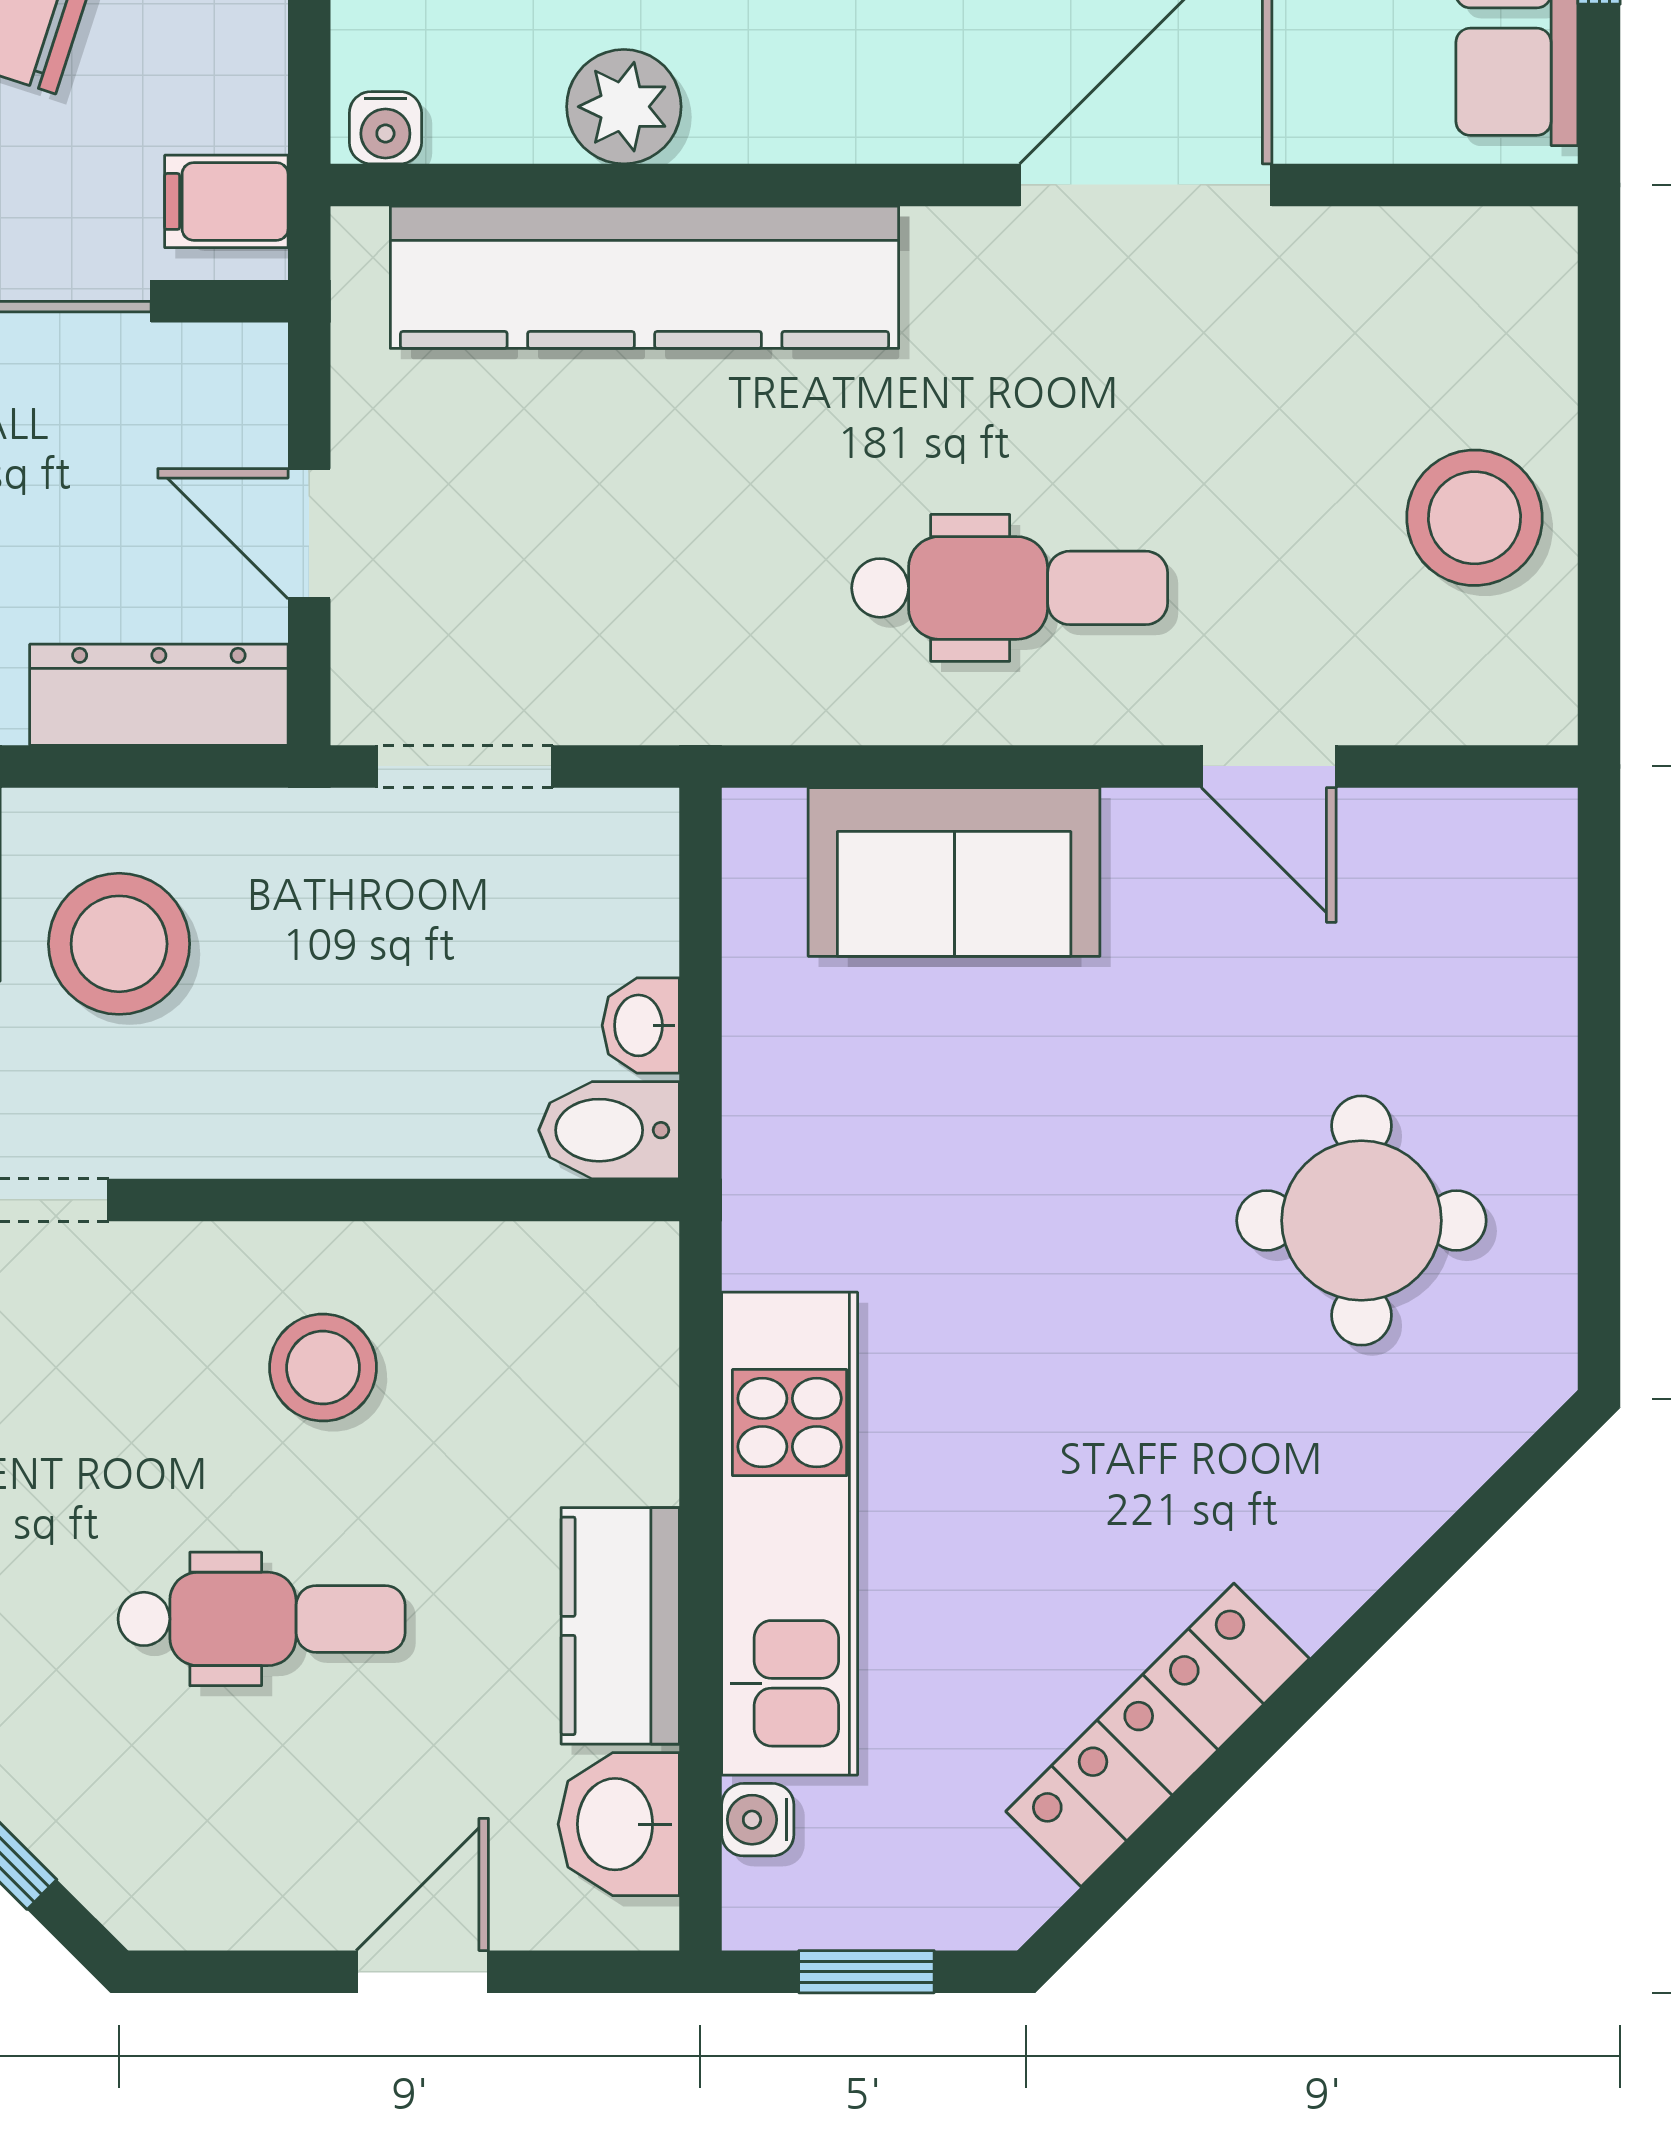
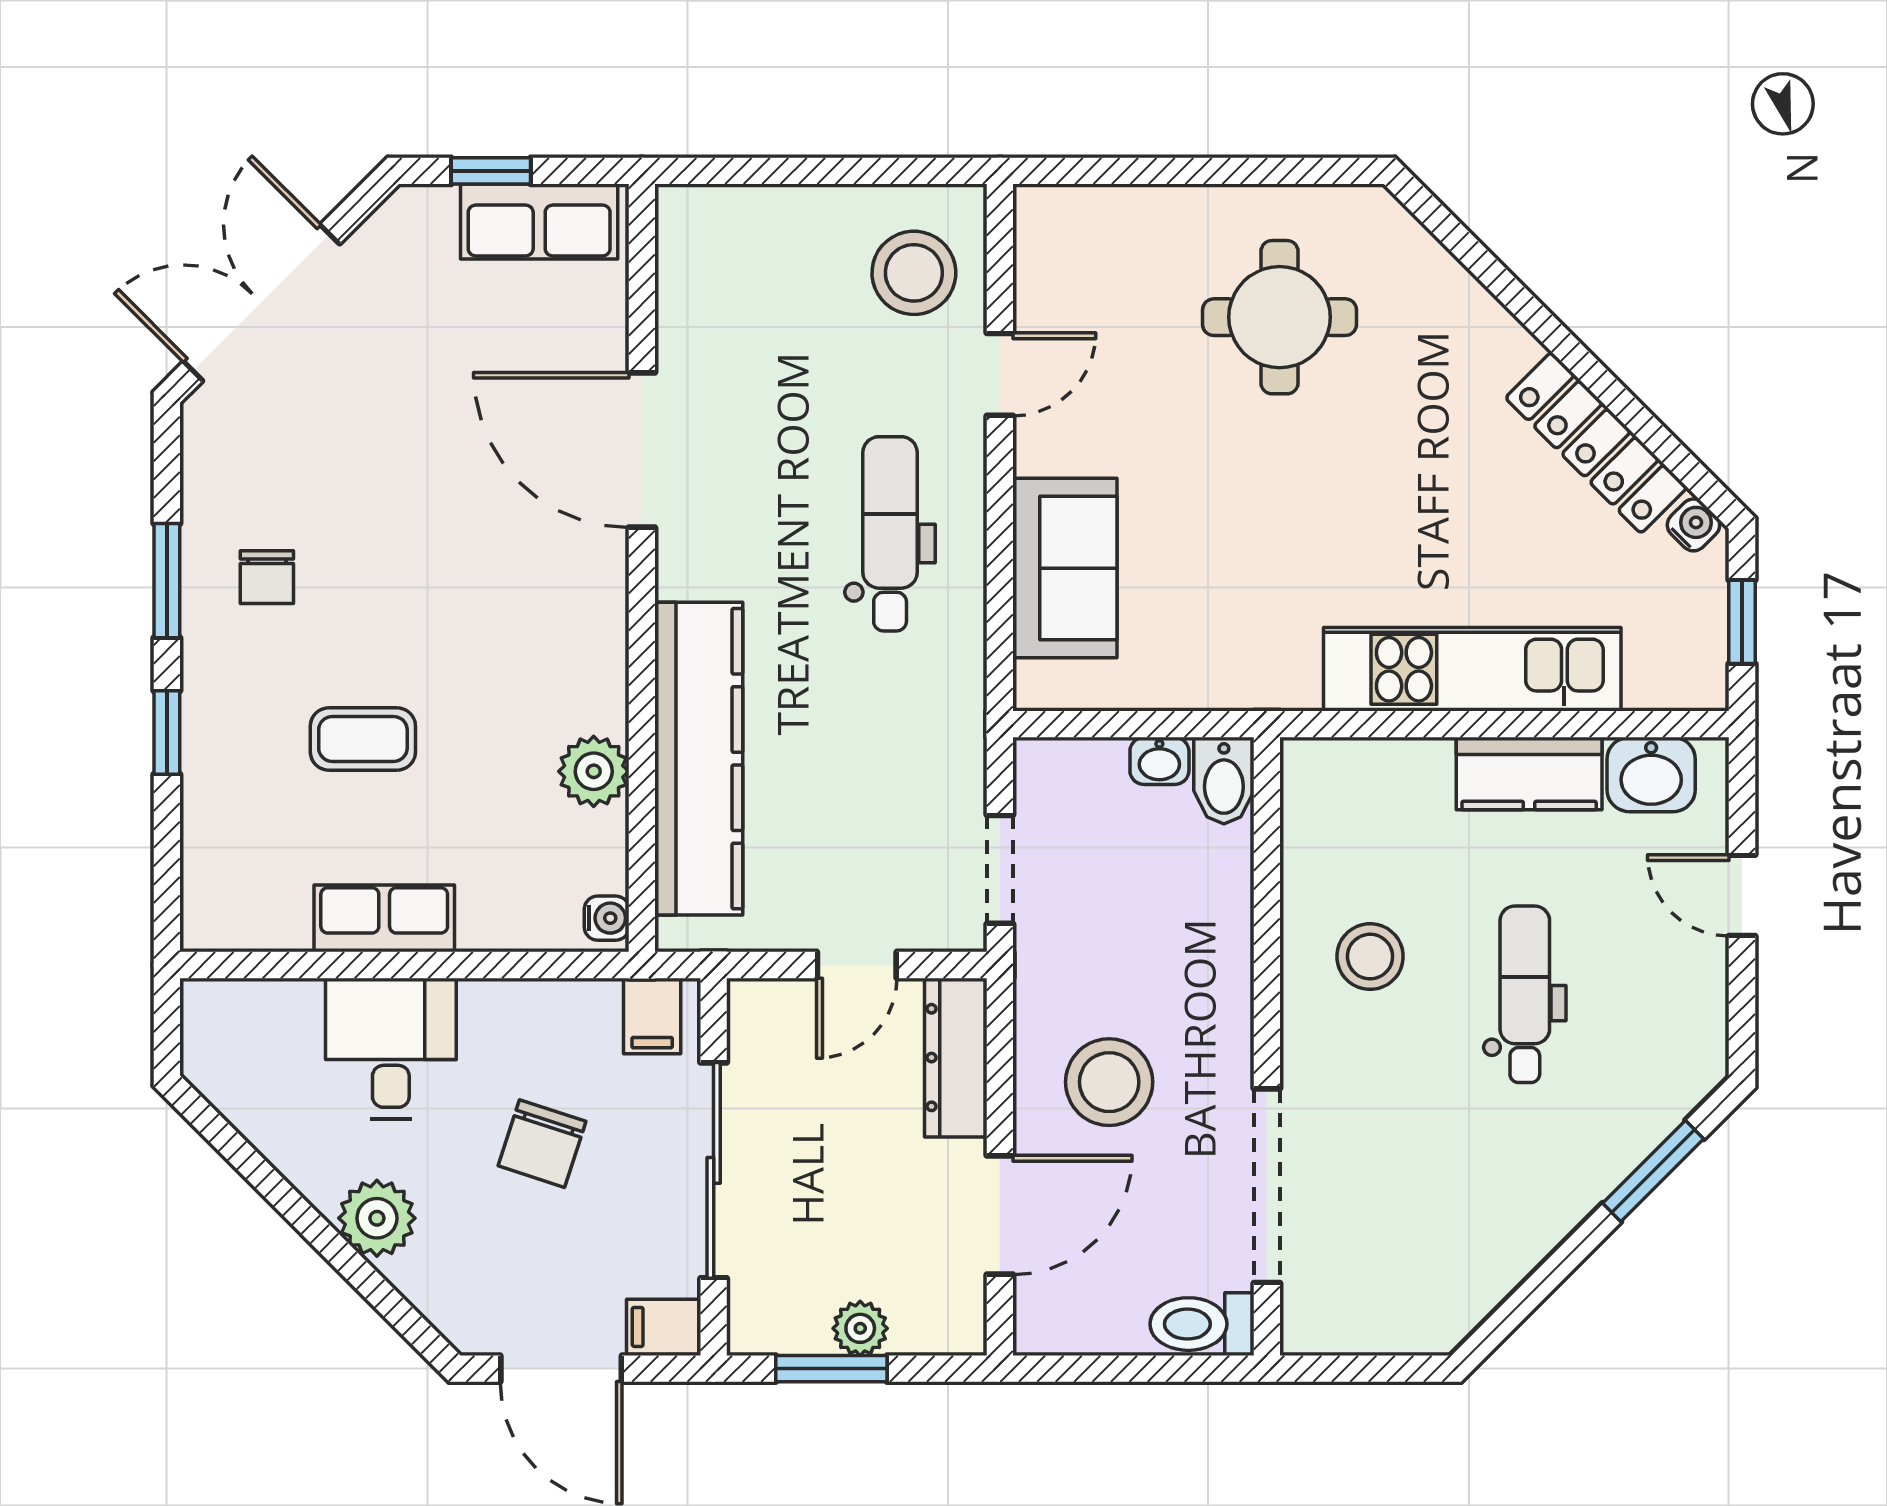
stool: (1474, 518) -> (914, 273), moved
water cooler: (758, 1820) -> (1693, 525), moved, turned -135

